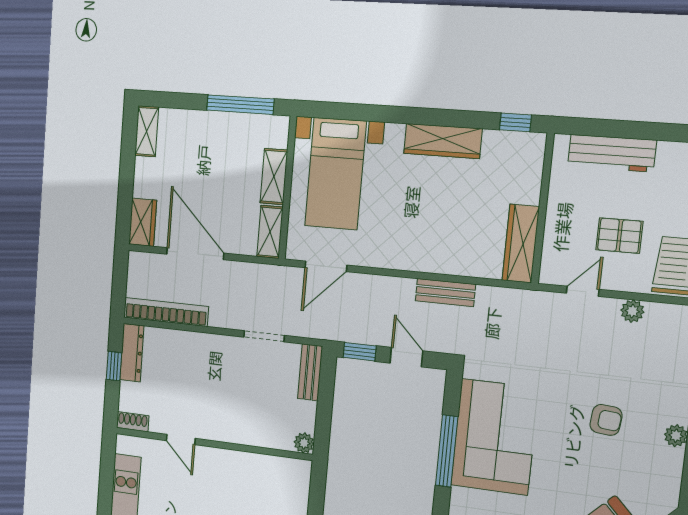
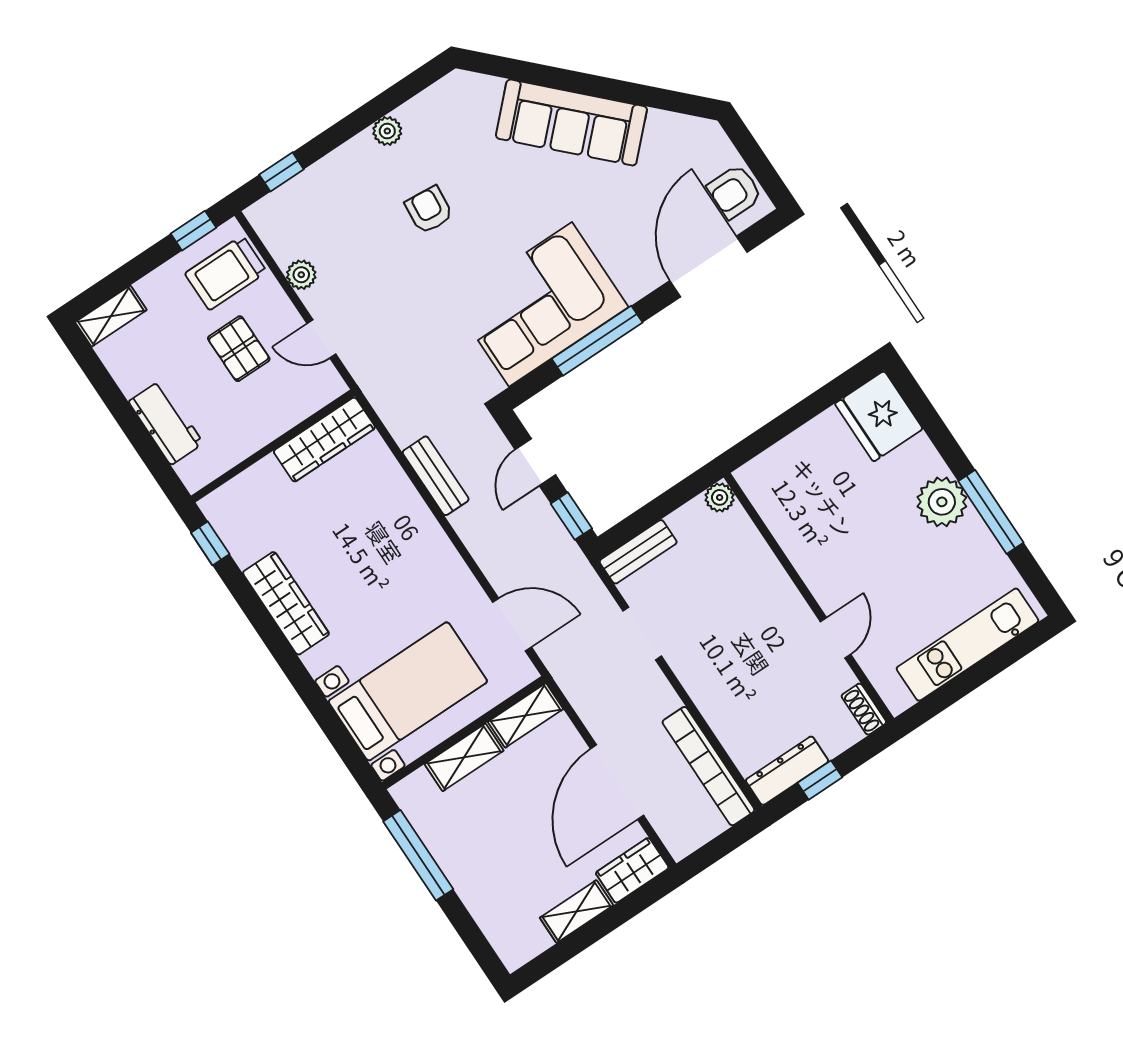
shelving: (147, 131) -> (577, 912), moved
workbench: (612, 153) -> (166, 422), width x0.73

